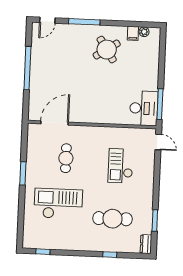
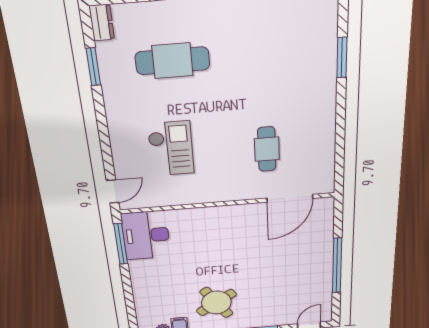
door: (158, 142) -> (113, 191), swing flipped
window: (23, 173) -> (342, 58), moved
checkout: (58, 204) -> (275, 75), removed

